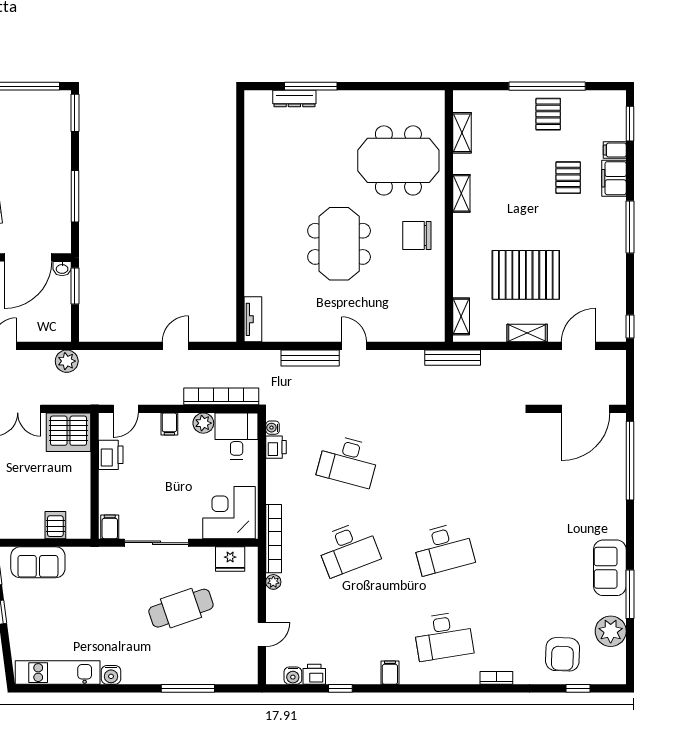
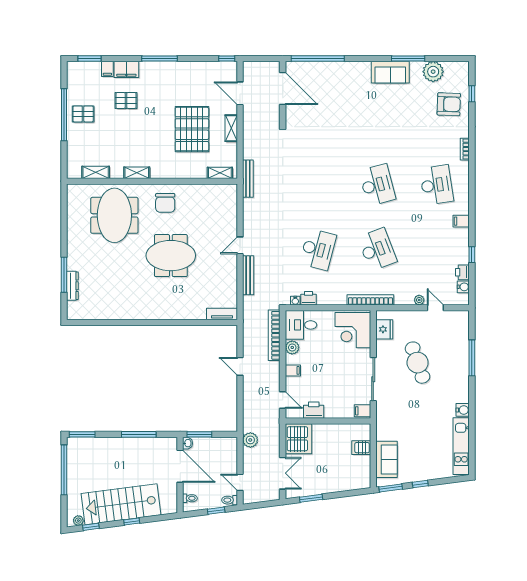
plant: (273, 582) -> (419, 300), moved

